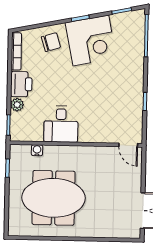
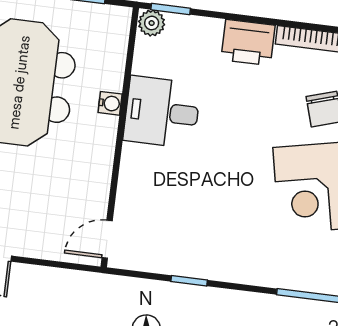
plant: (17, 105) -> (152, 23), moved
water cooler: (37, 150) -> (110, 103), moved

